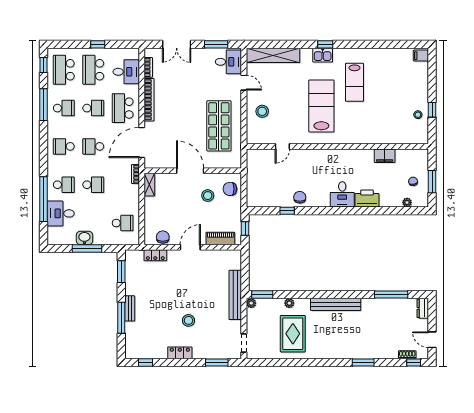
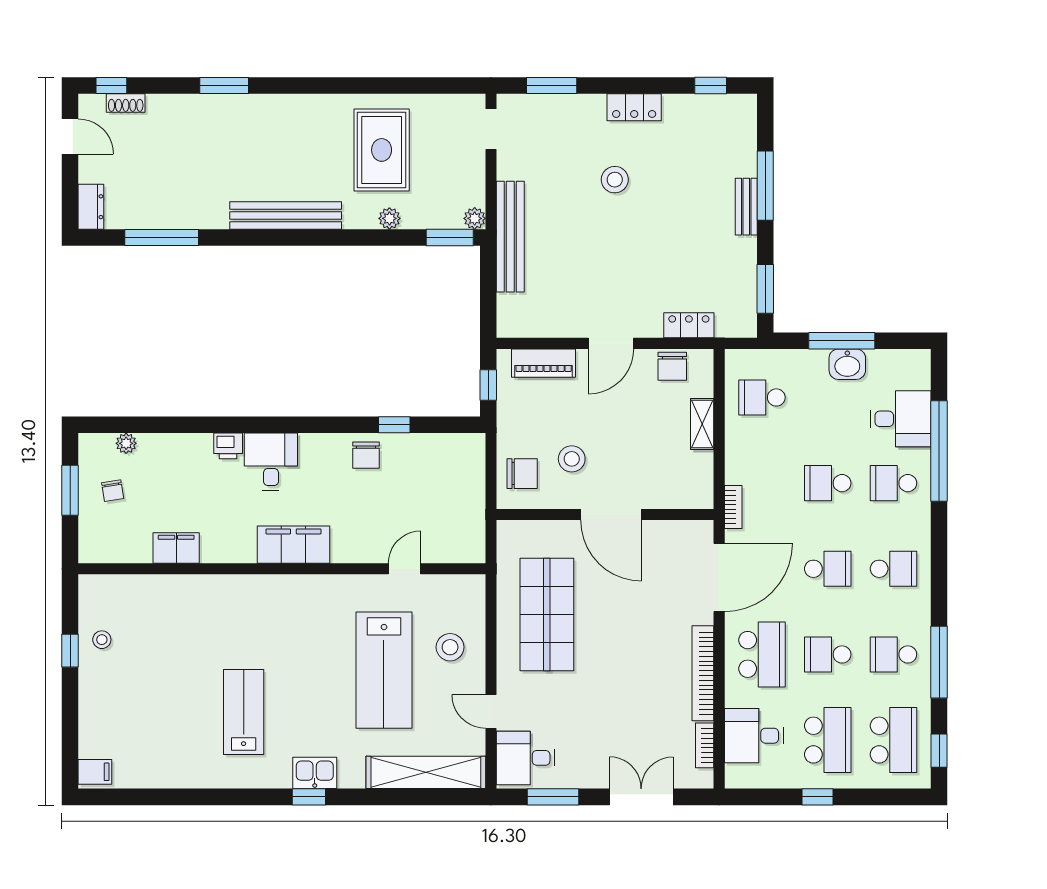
lab bench: (321, 106) -> (384, 670), moved
filing cabinet: (332, 157) -> (293, 545), added
shelving: (149, 185) -> (702, 424), moved
printer: (367, 199) -> (228, 446), width x0.53, depth x0.68

